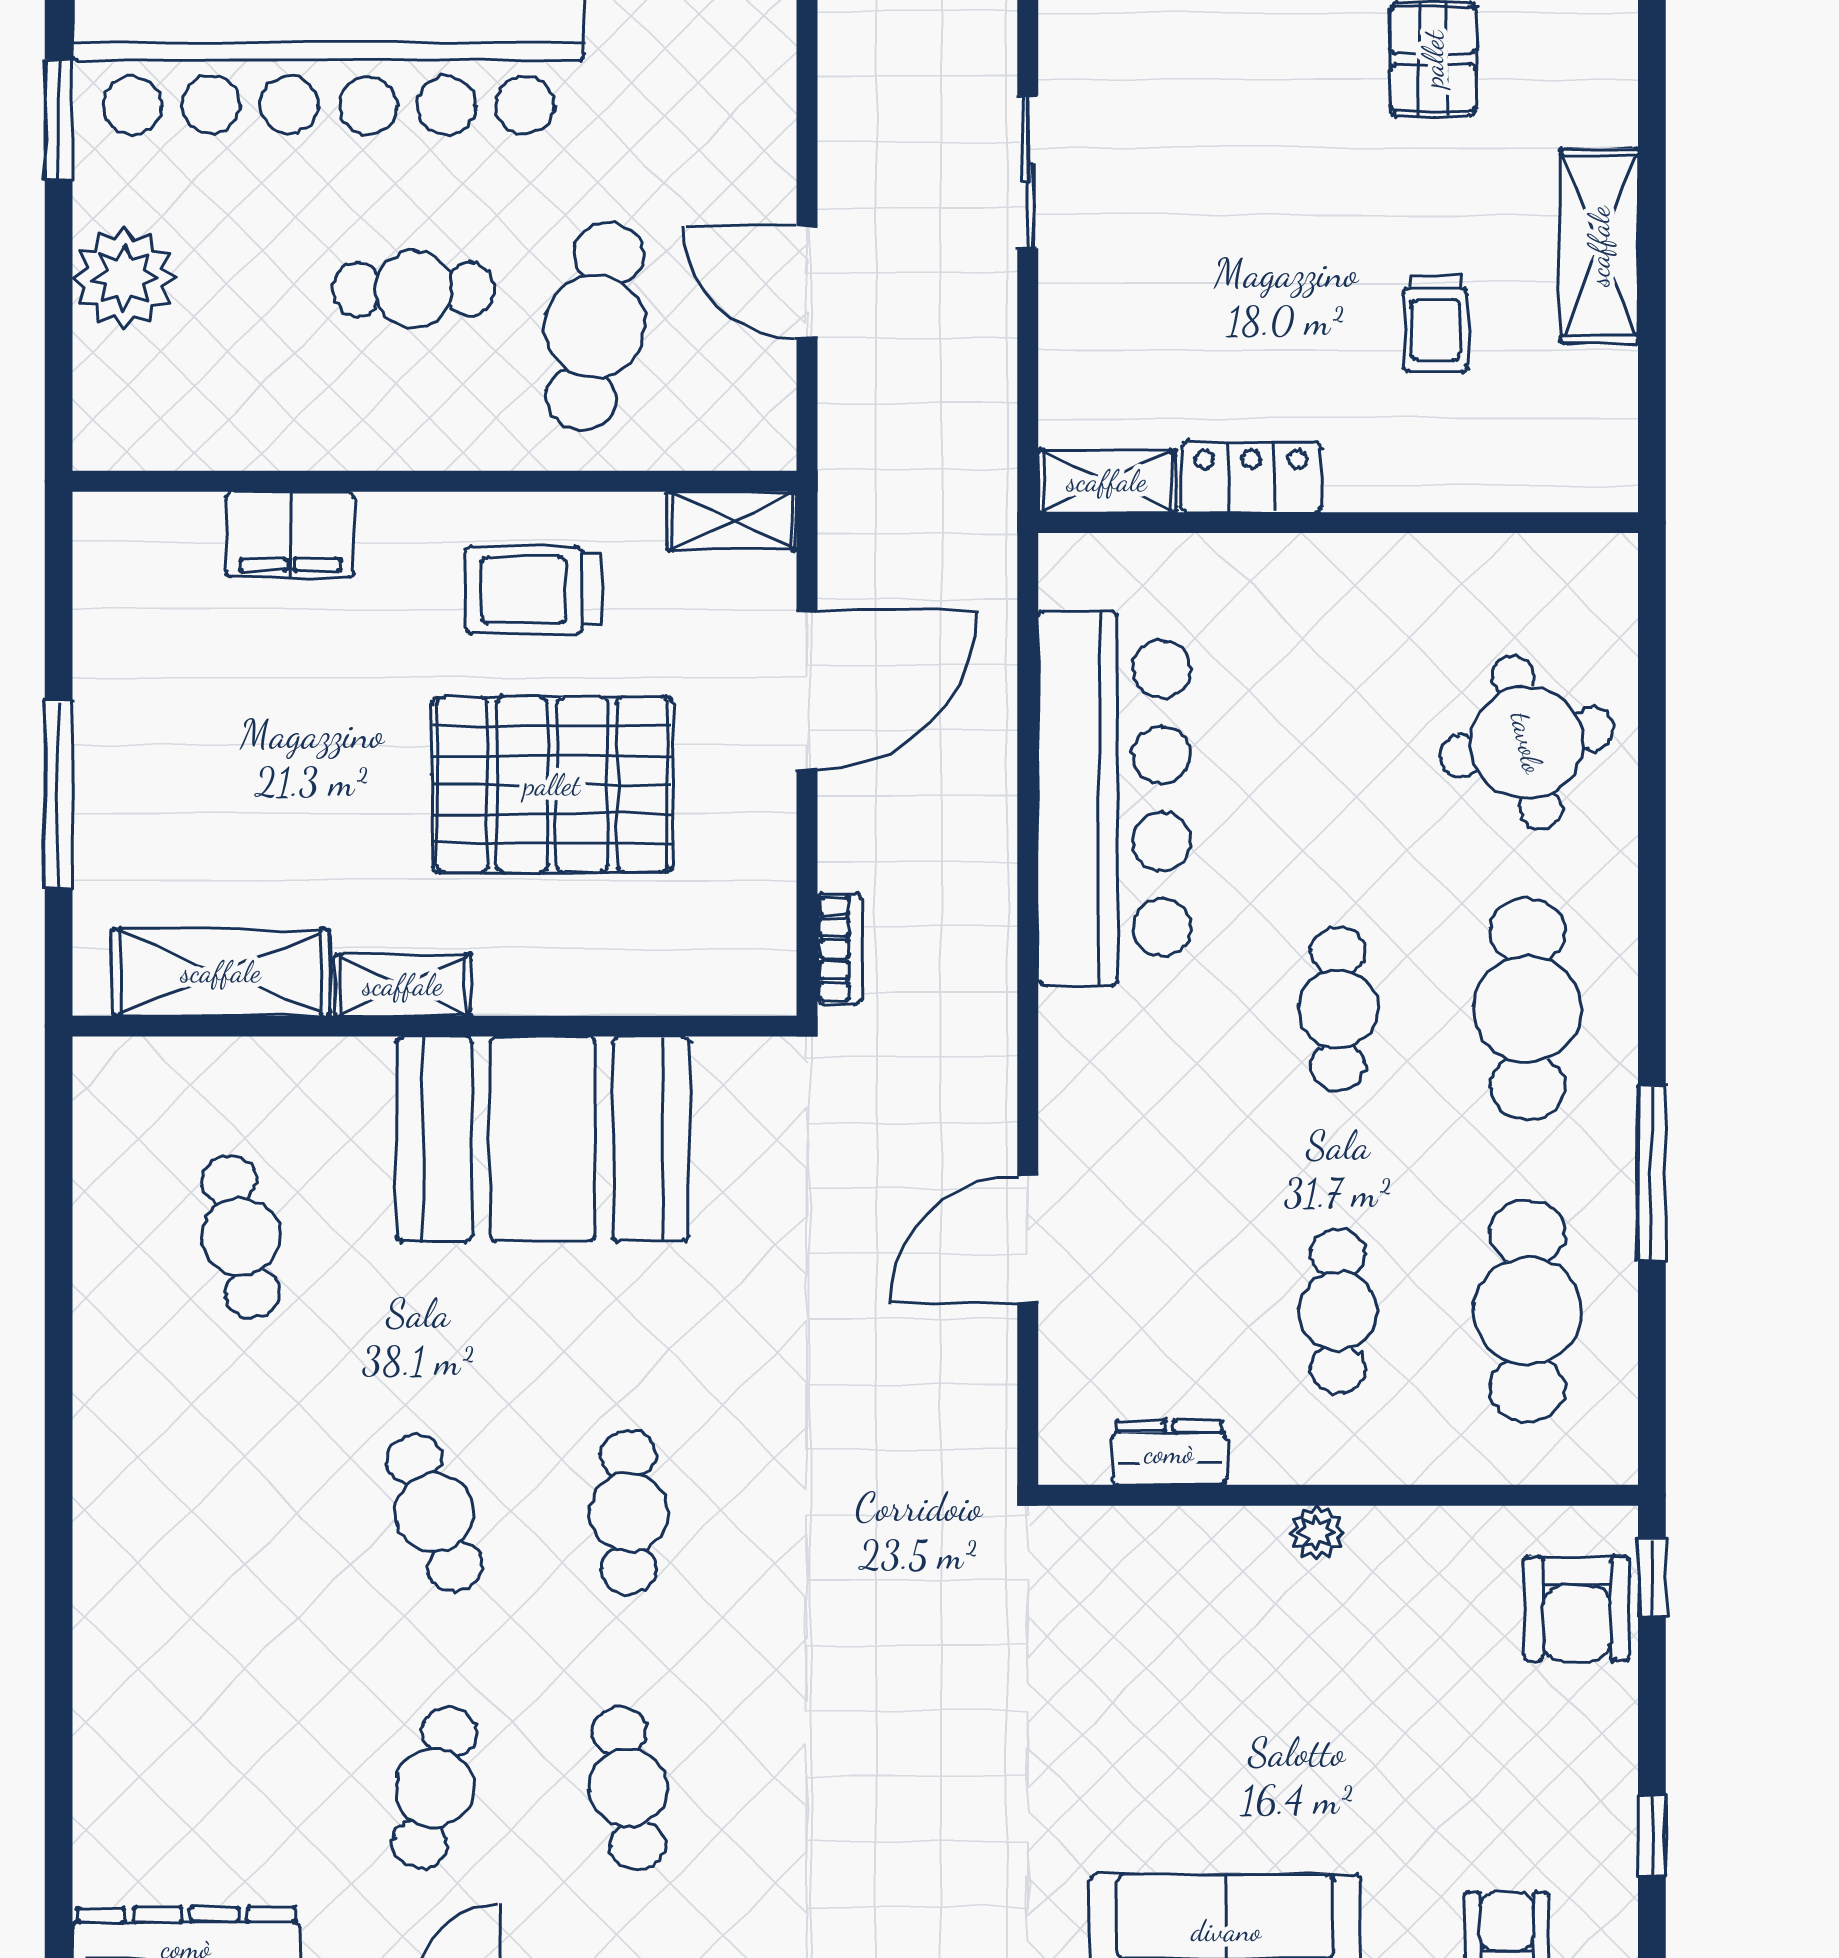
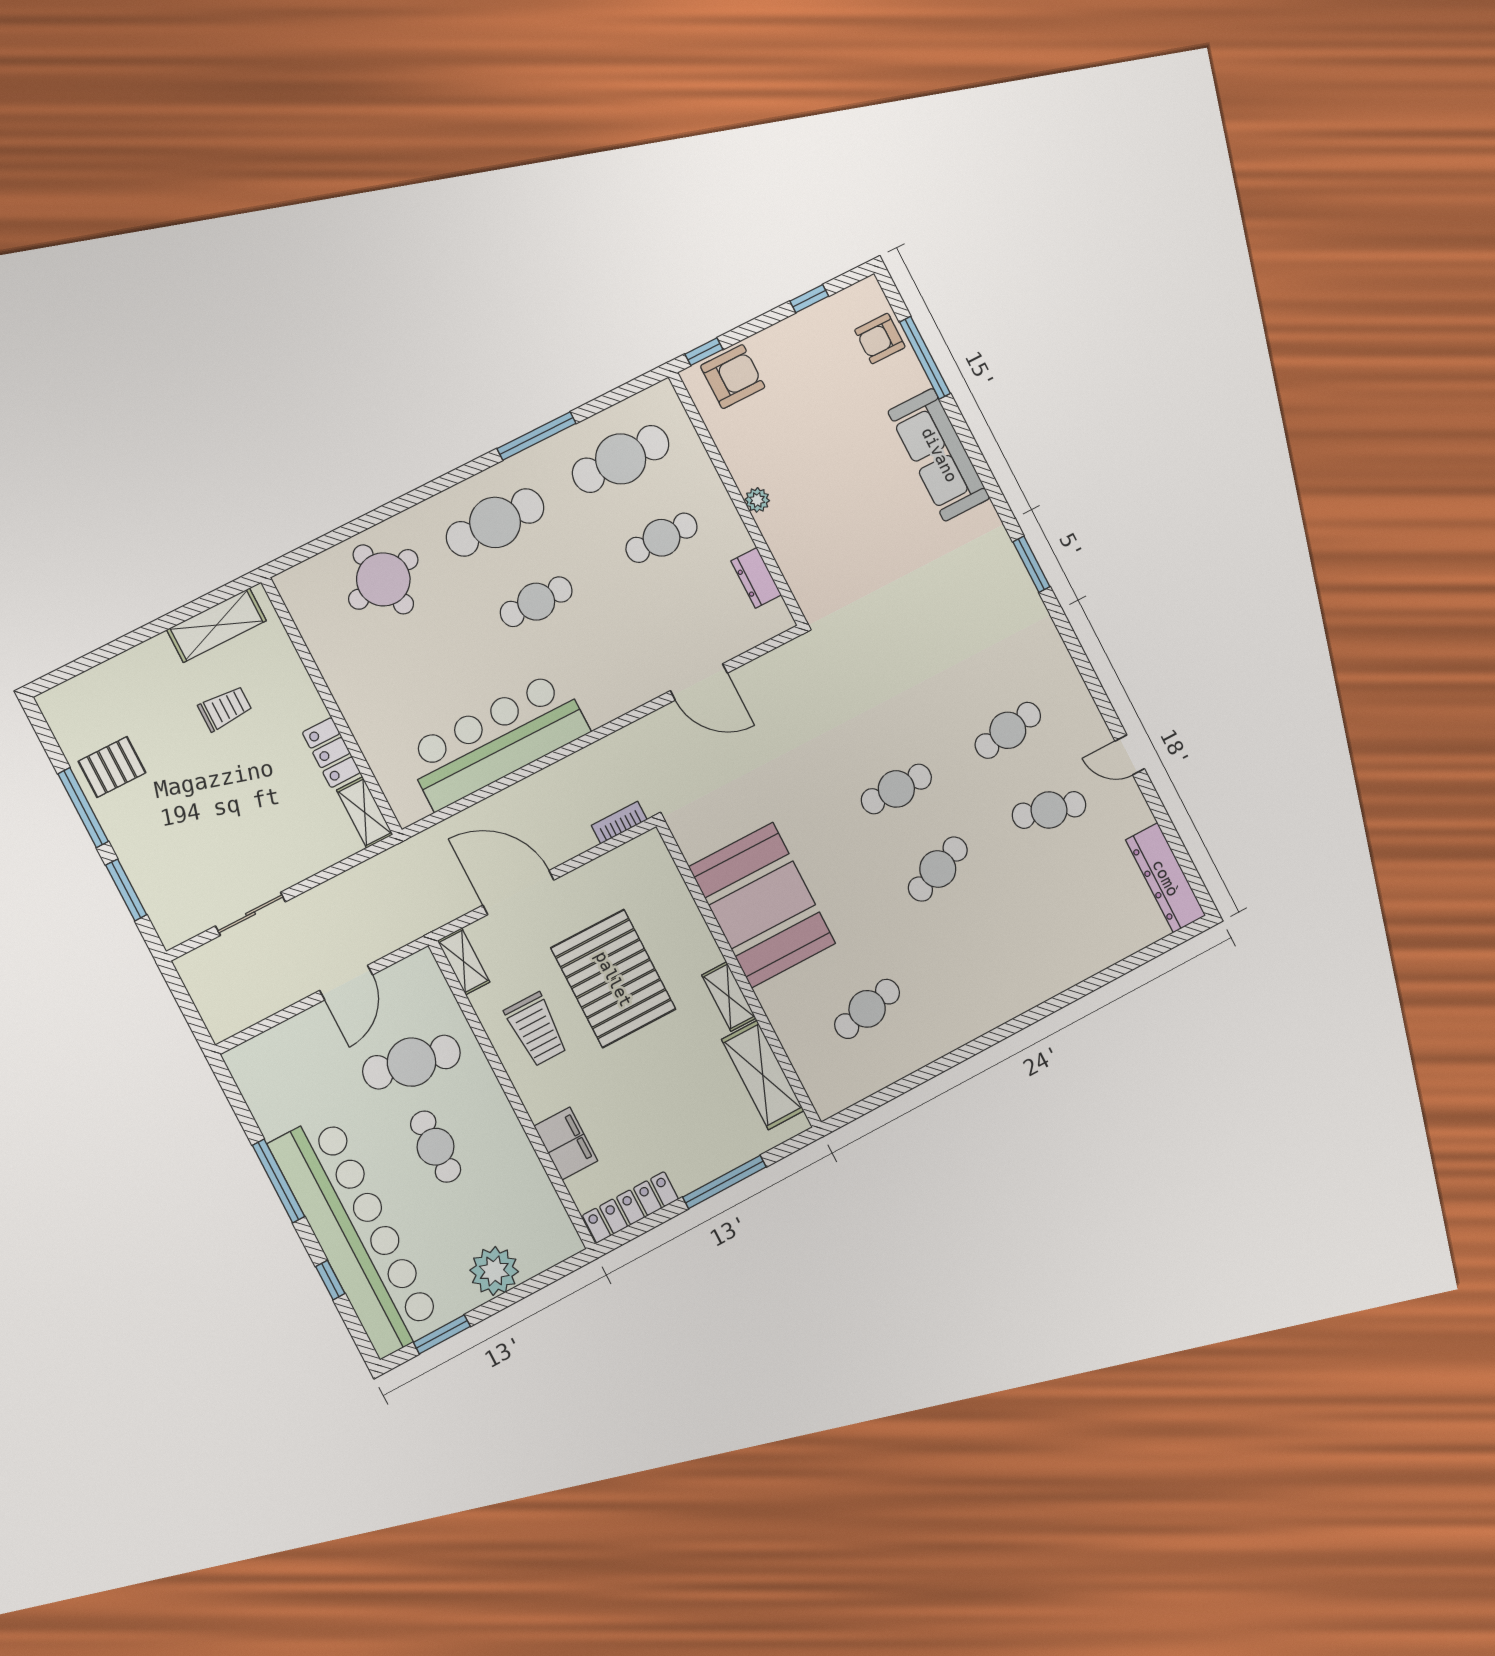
shelving: (1599, 246) -> (216, 625), moved
locker: (106, 593) -> (630, 1207), added

